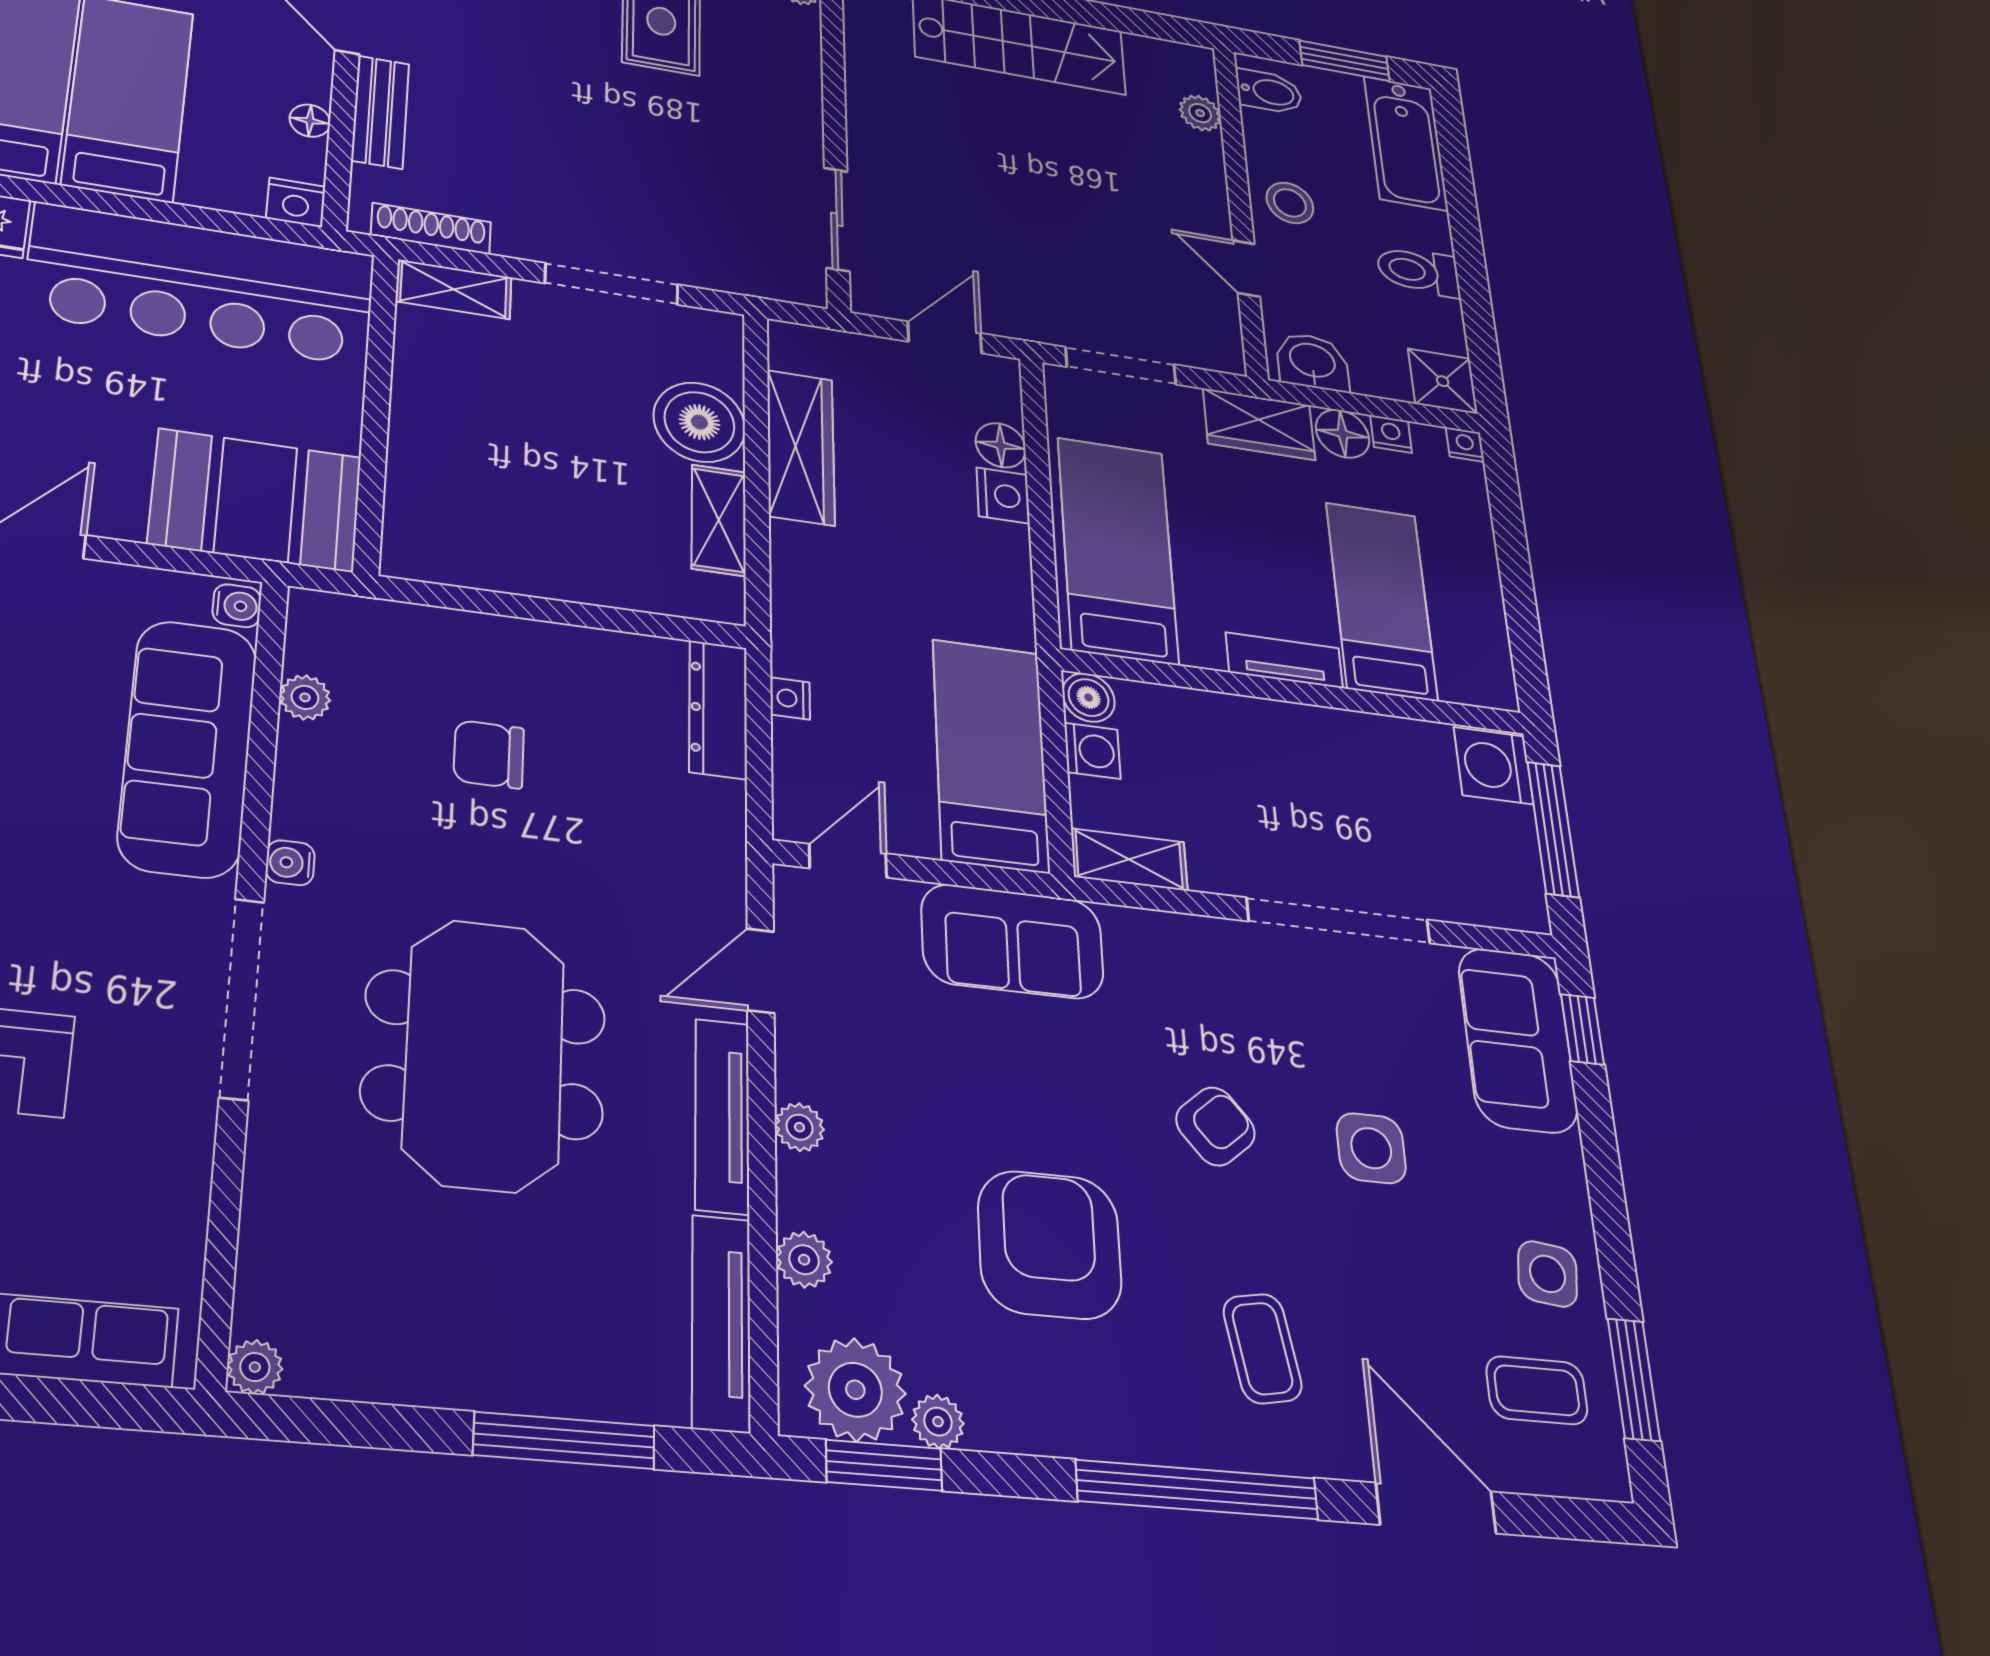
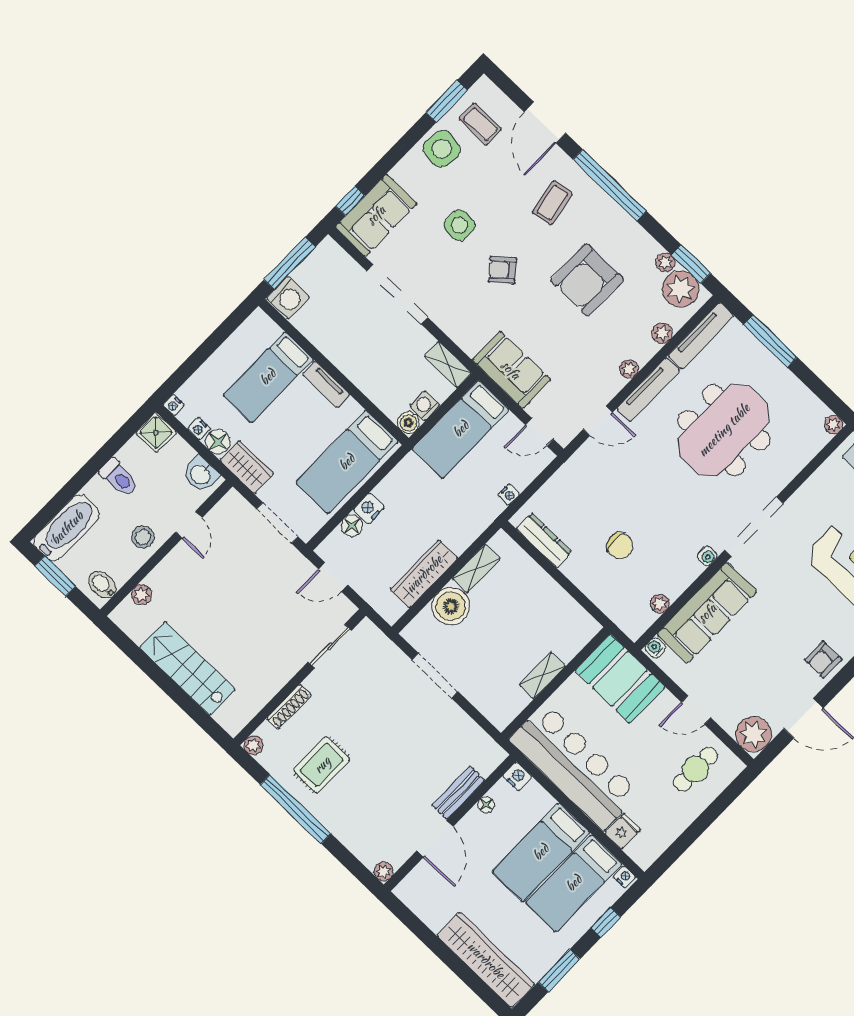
shoe rack: (431, 229) -> (289, 707), moved, turned -90
shelving: (454, 289) -> (542, 675), moved, turned 90
dresser: (718, 709) -> (544, 540), moved, turned -90
meeting table: (484, 1054) -> (724, 430), moved
side table: (1548, 1274) -> (442, 149), width x1.37, depth x1.37

